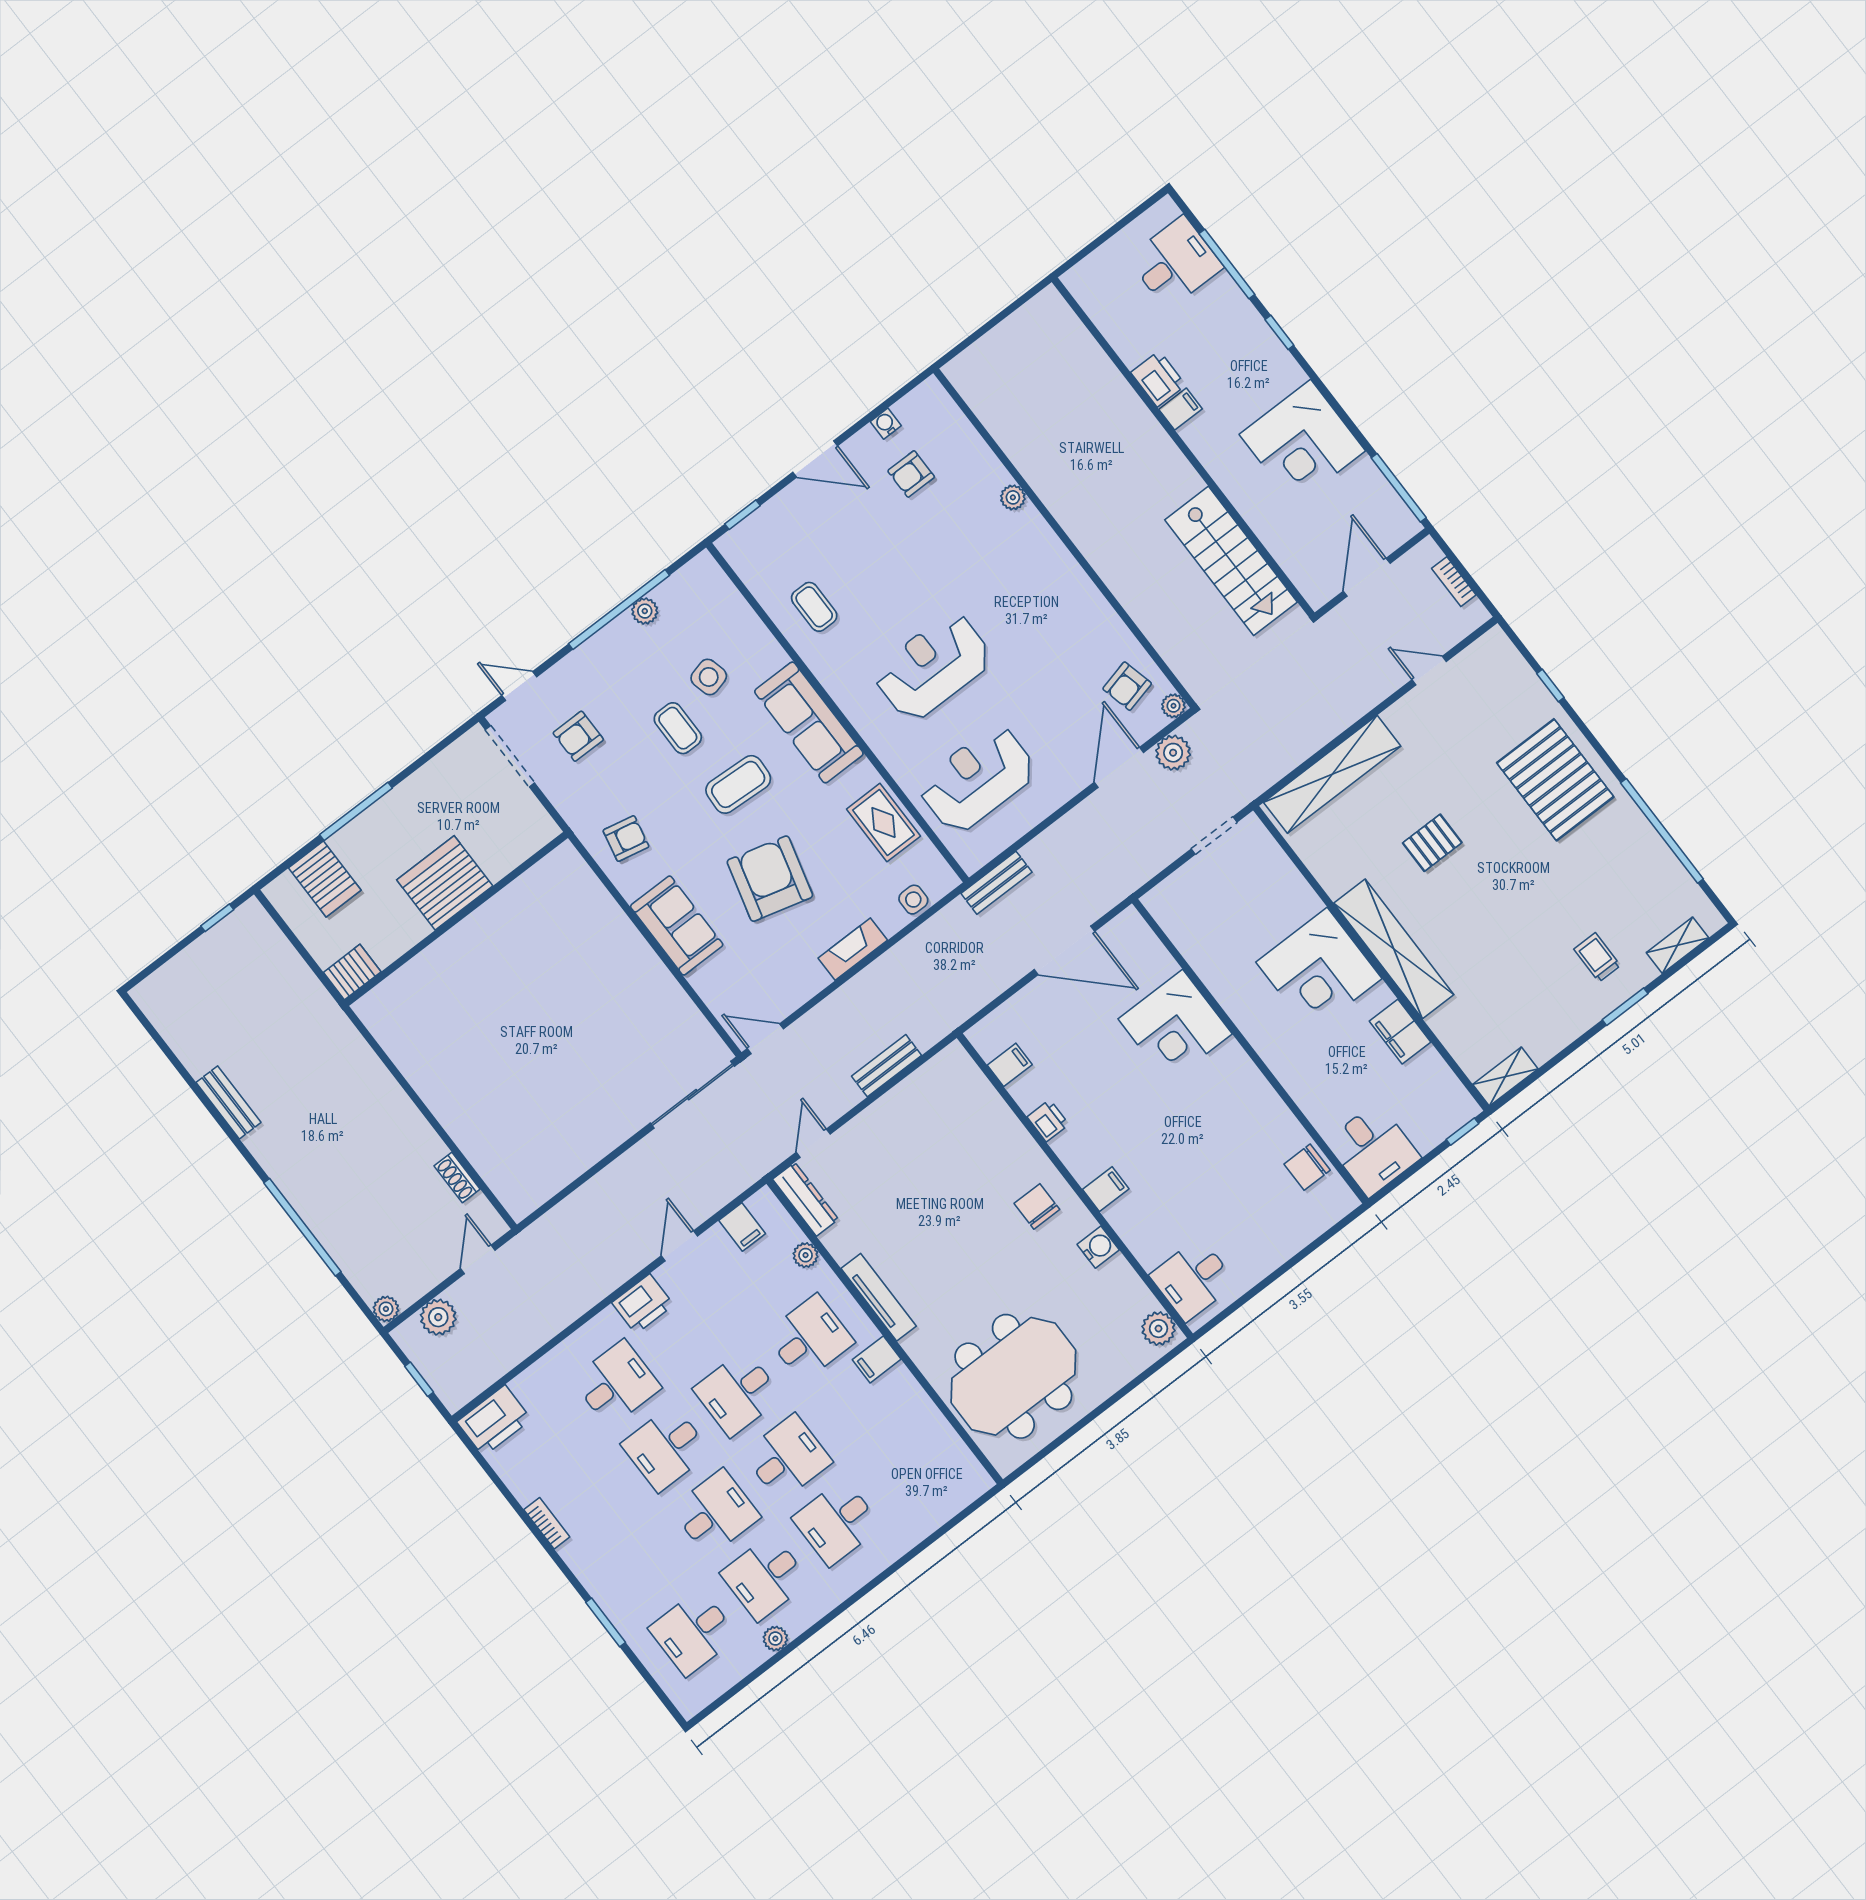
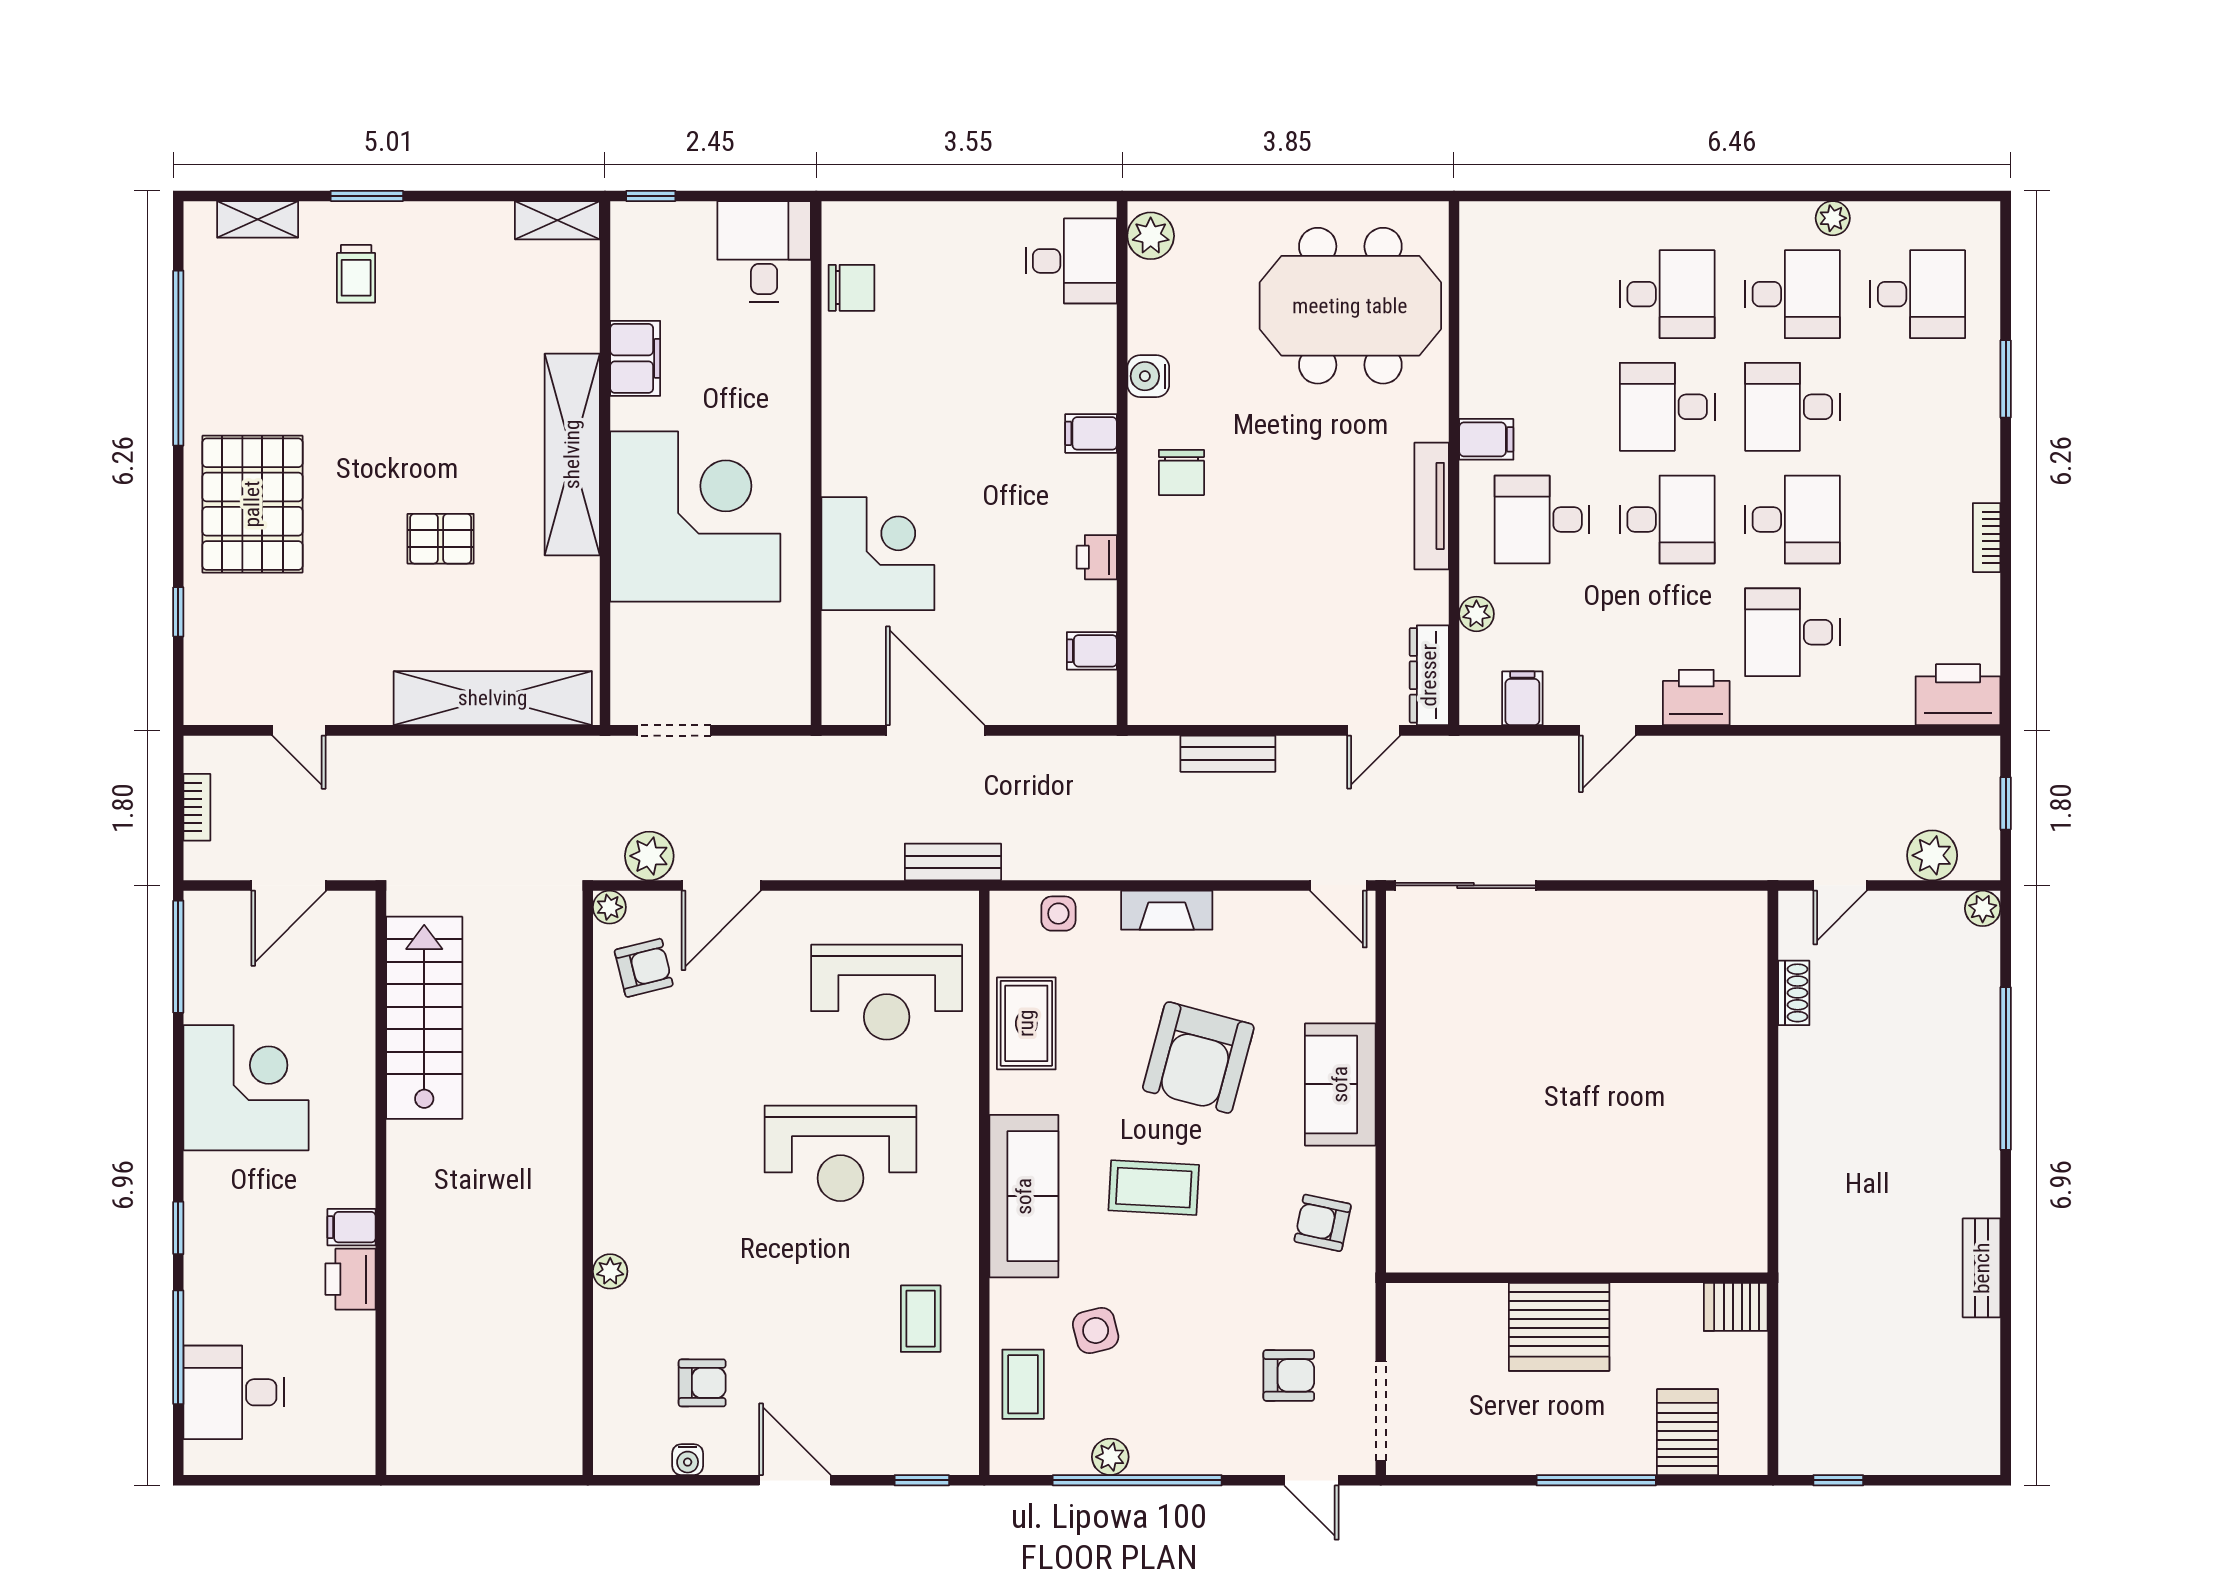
coffee table: (678, 728) -> (1023, 1384), moved
corner desk: (1319, 970) -> (695, 517), width x1.36, depth x1.36

